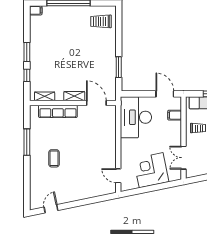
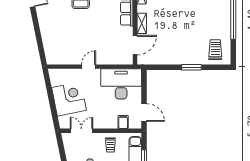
window: (119, 67) -> (191, 67), moved
door: (165, 94) -> (144, 112), hinge flipped
door: (118, 176) -> (89, 67), moved

